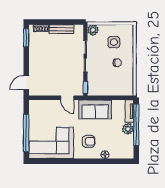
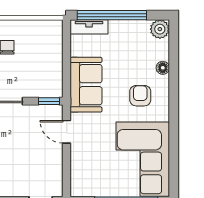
door: (67, 98) -> (67, 132), swing flipped
plant: (128, 129) -> (160, 29), moved

